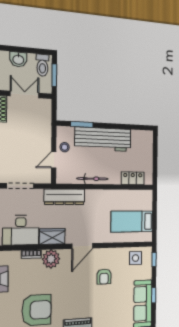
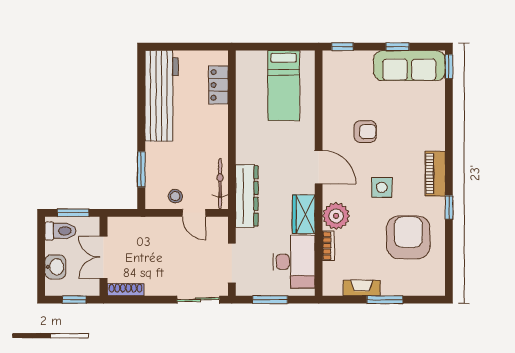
workbench: (103, 139) -> (162, 96), moved
bicycle: (92, 179) -> (220, 184), moved
side table: (136, 258) -> (382, 187), moved

